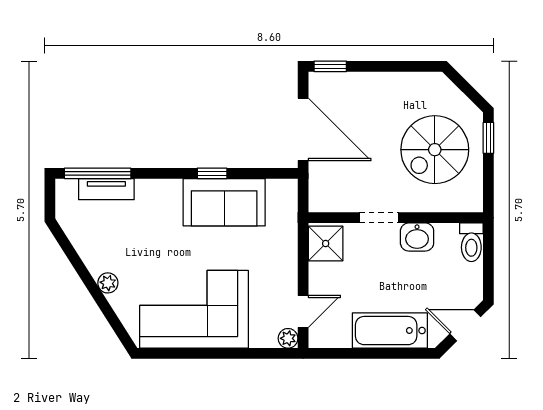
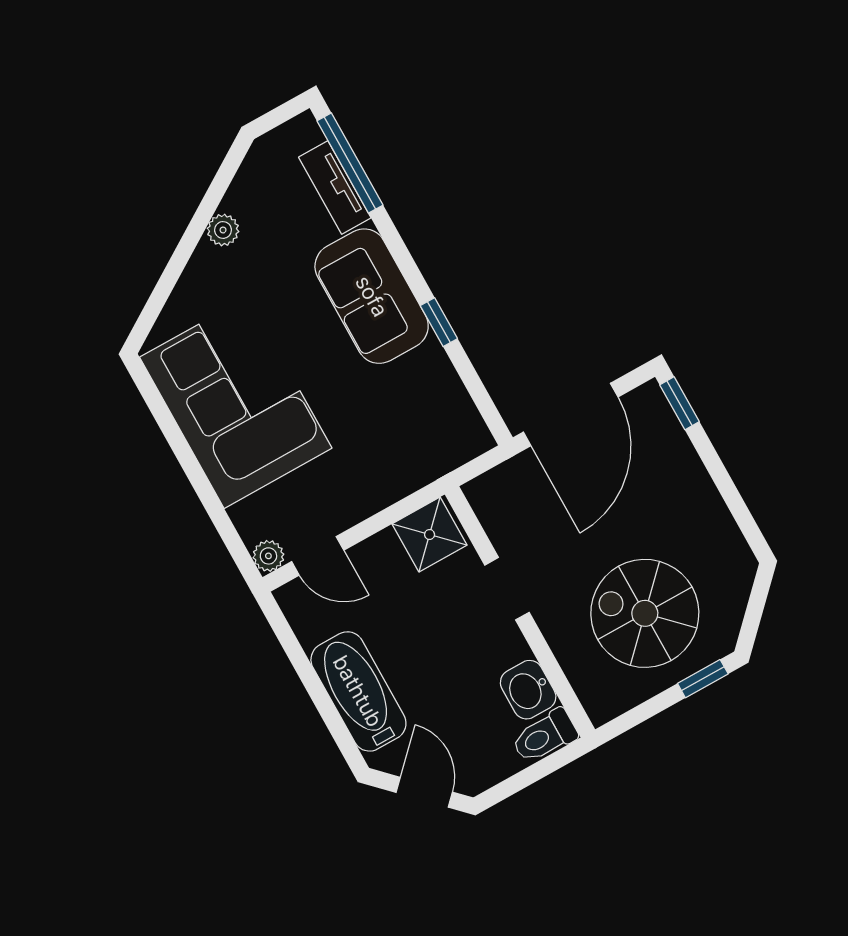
sofa: (224, 202) -> (372, 296), moved
washbasin: (417, 237) -> (528, 690), moved
plant: (108, 283) -> (223, 230), moved

